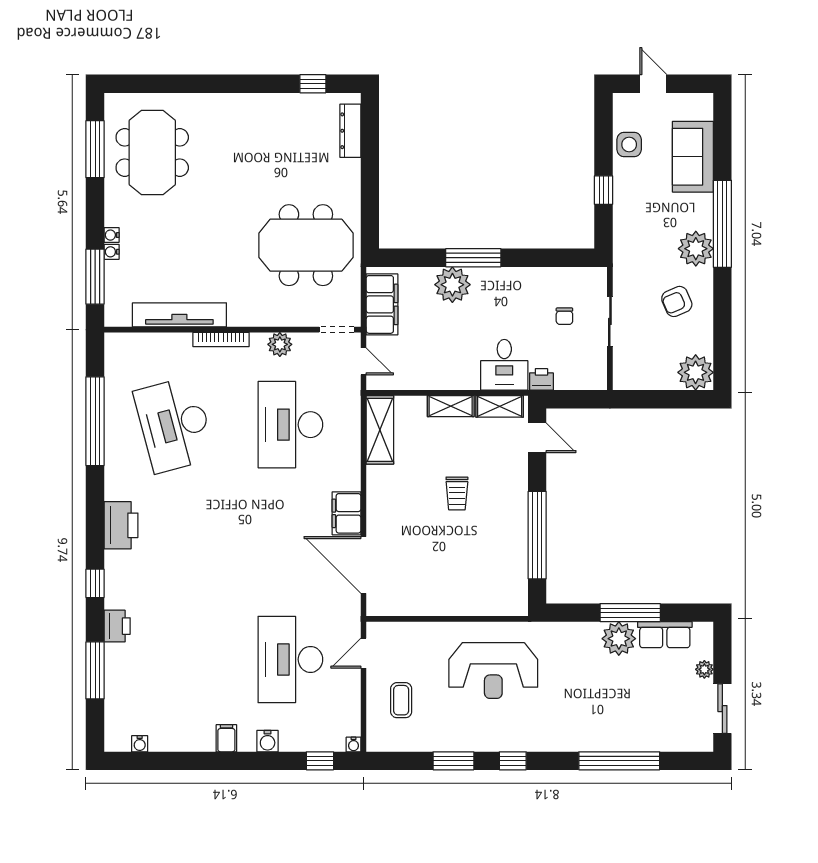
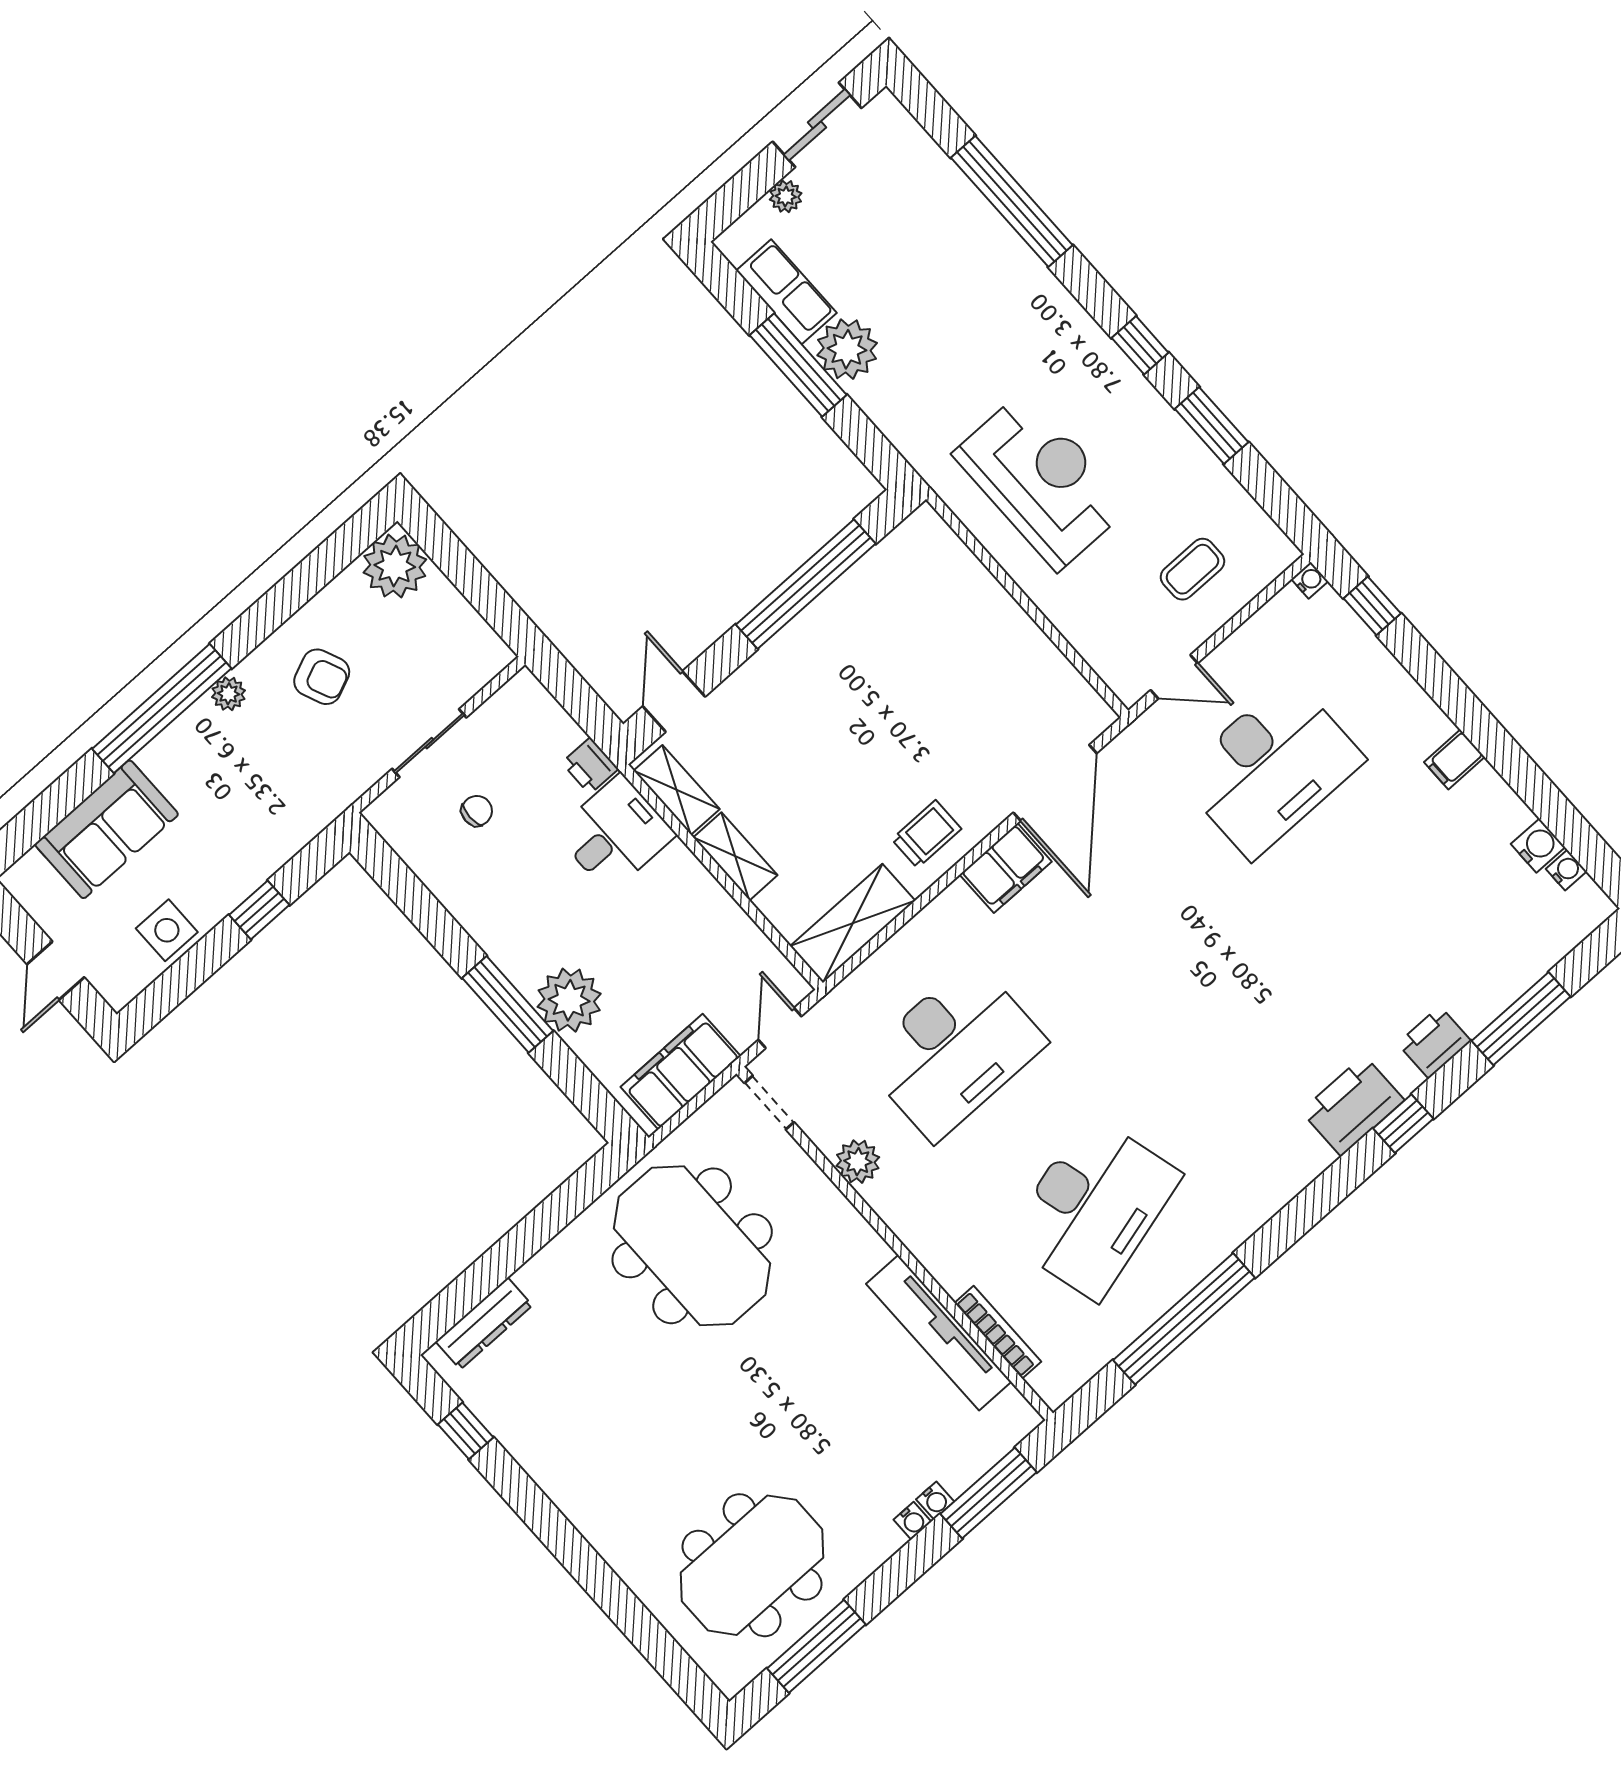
plant: (696, 249) -> (229, 694), width x0.53, depth x0.53
bookcase: (221, 340) -> (998, 1332), moved
trolley: (457, 493) -> (927, 834), moved
printer: (121, 525) -> (1353, 1106), moved
water cooler: (268, 741) -> (1538, 846), moved

